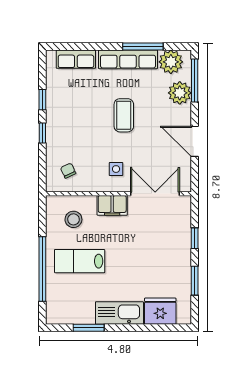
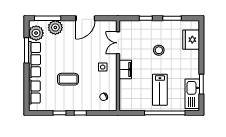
coffee table: (124, 115) -> (68, 79), moved
double door: (155, 194) -> (118, 43), width x0.73
stool: (73, 219) -> (159, 50), moved
kitchen sink: (119, 313) -> (192, 94), moved

